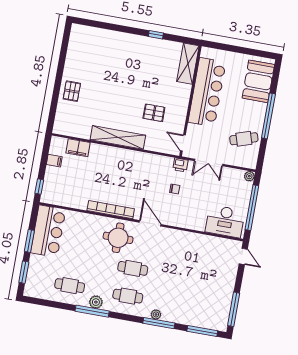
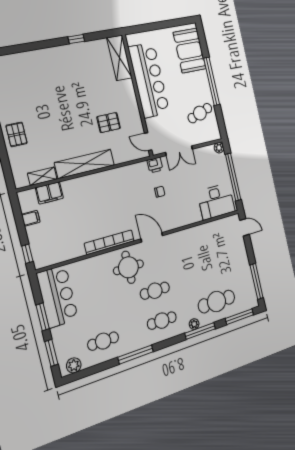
shelving: (78, 132) -> (42, 176), added
plant: (96, 302) -> (74, 365), moved
cafe table: (186, 307) -> (217, 301), added

